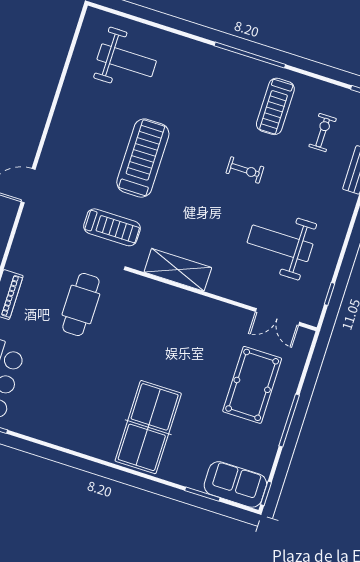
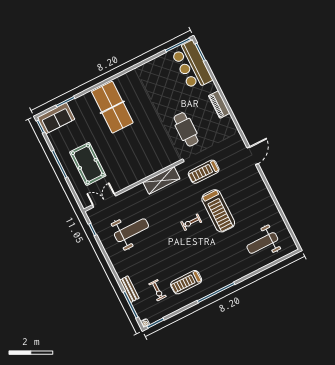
treadmill: (275, 106) -> (186, 282), turned -90
exercise bike: (245, 170) -> (191, 222), moved

